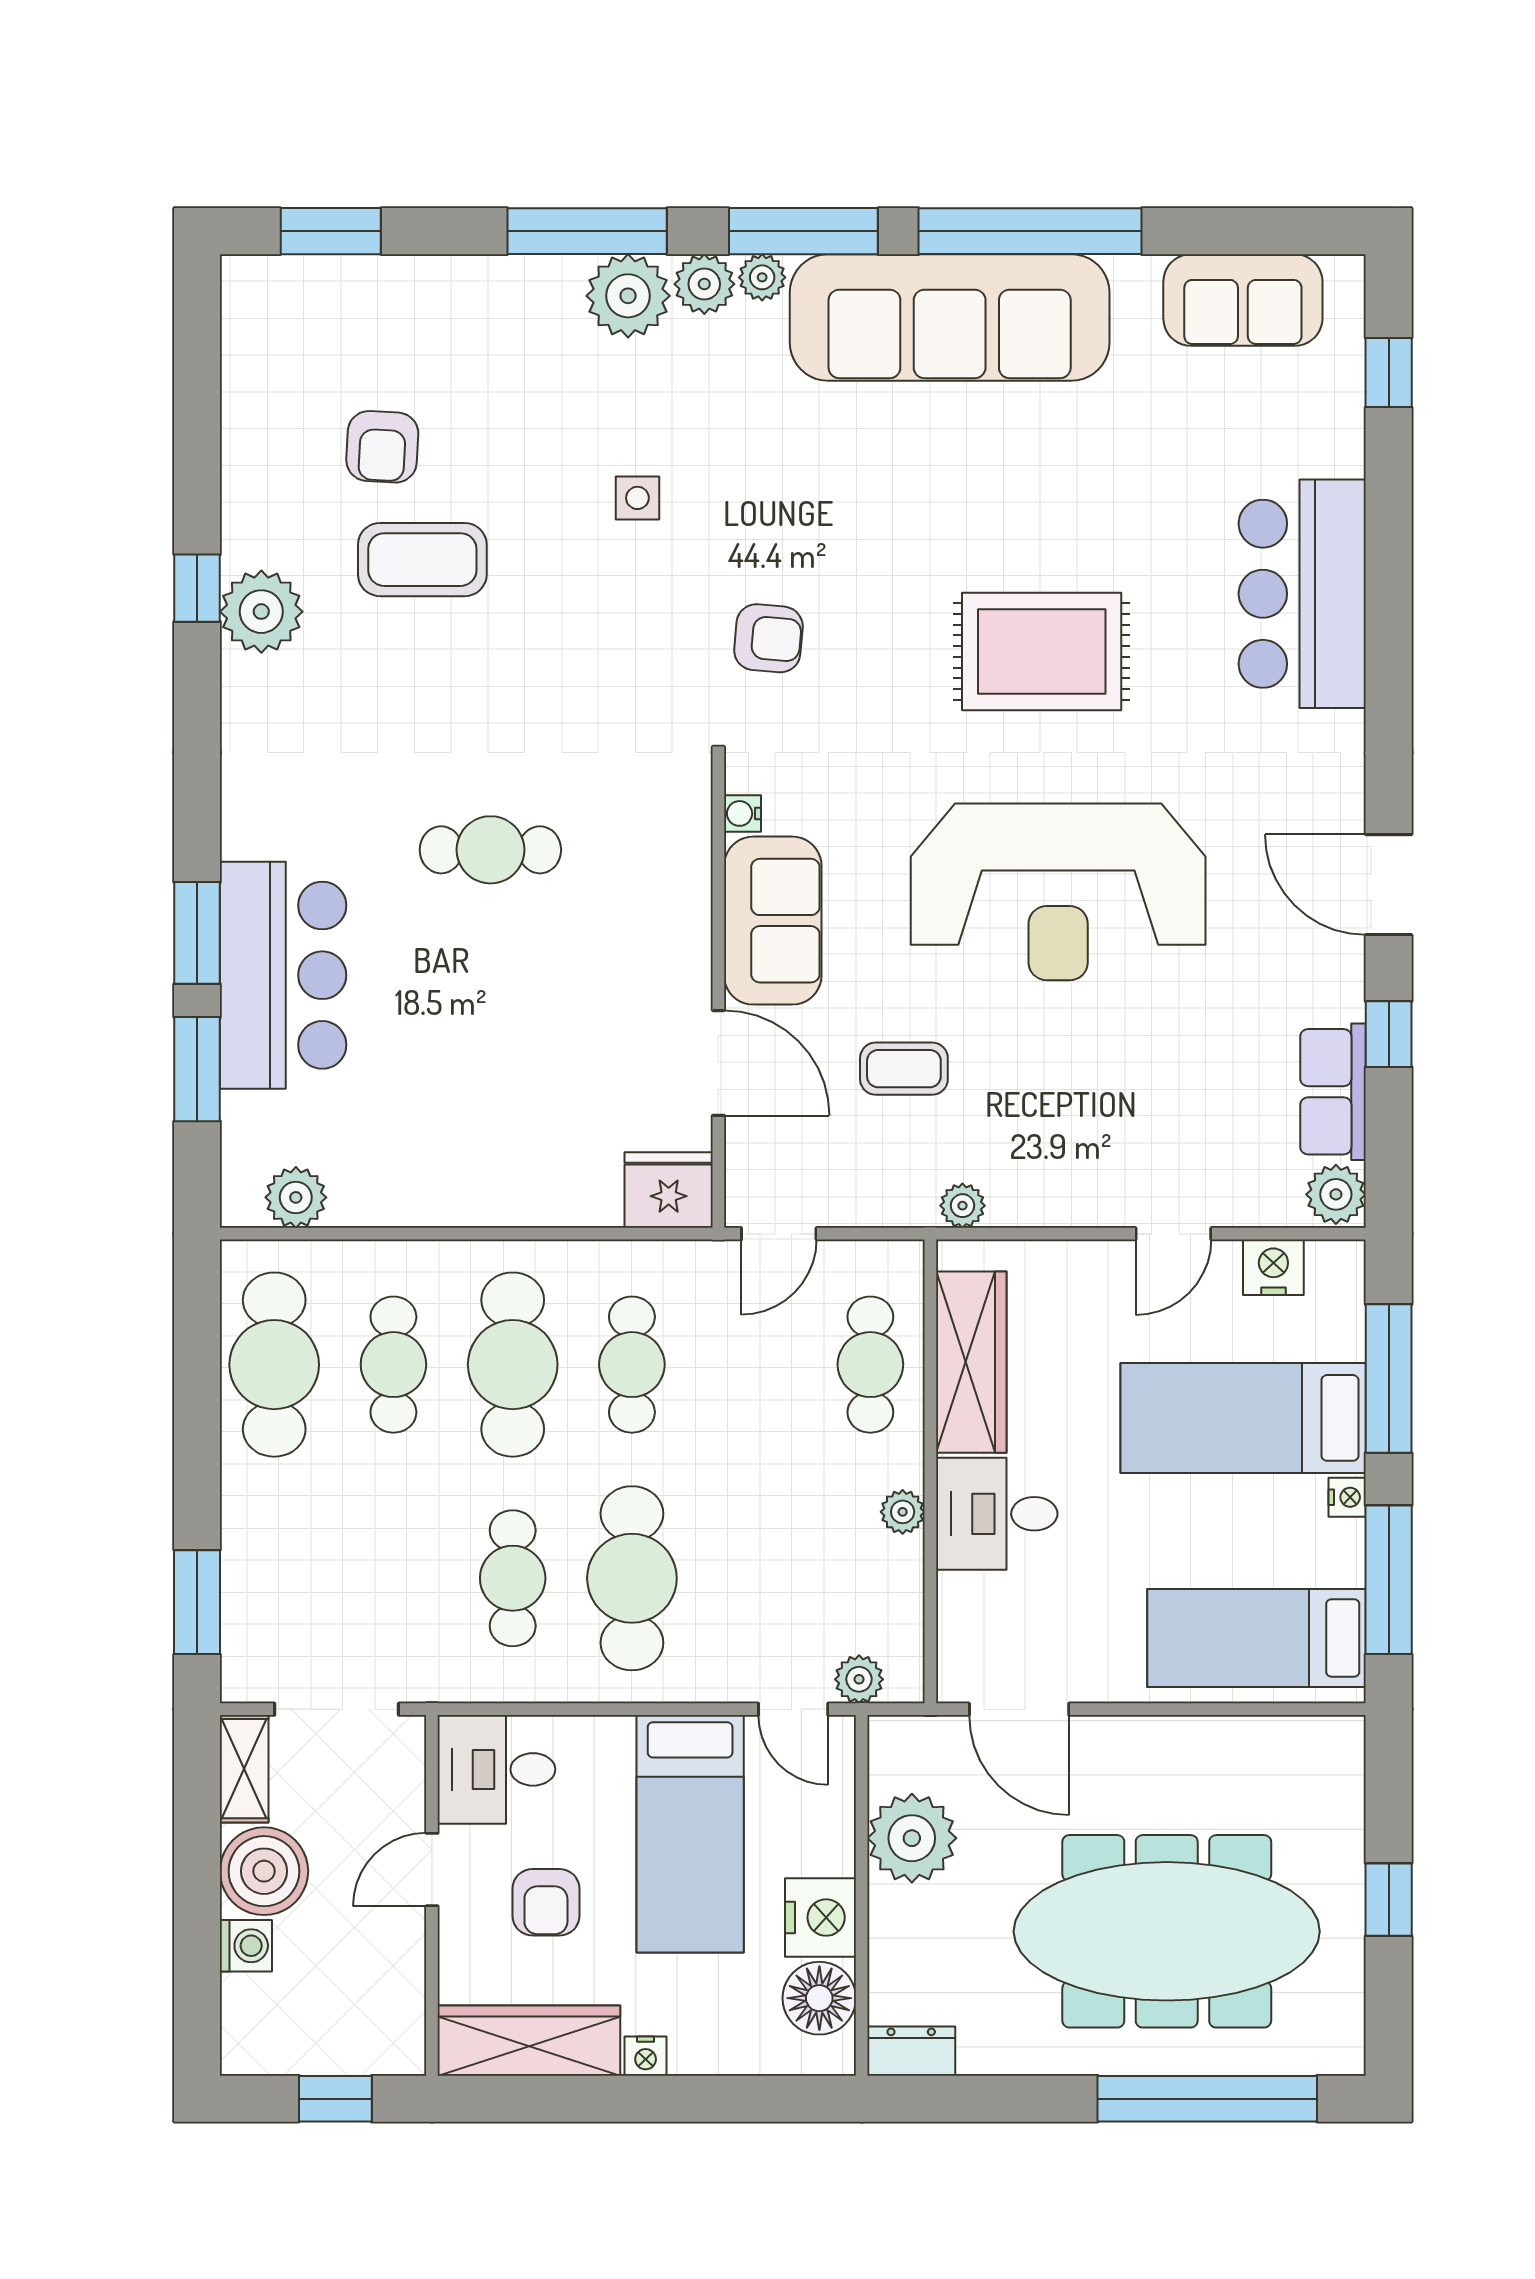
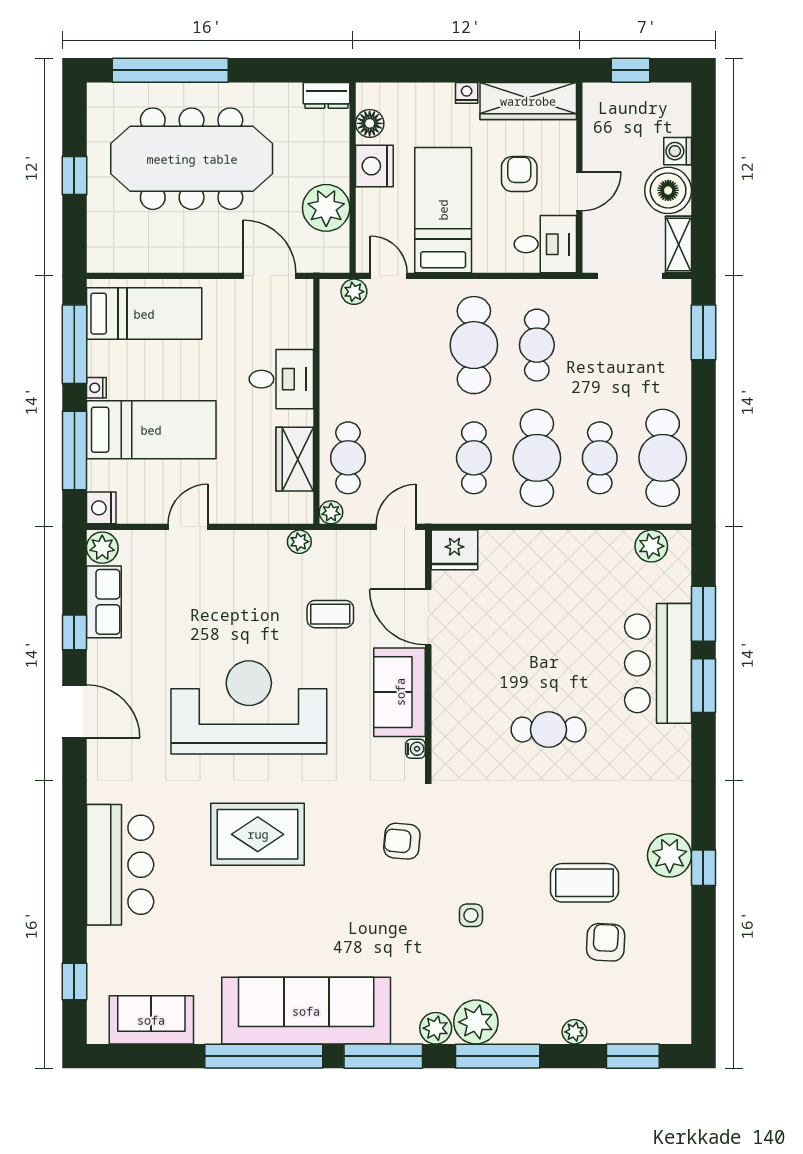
plant: (762, 277) -> (574, 1032), moved
nightstand: (1273, 1267) -> (101, 508), moved, turned 90
wardrobe: (971, 1362) -> (295, 459), width x0.67
plant: (903, 1512) -> (331, 512), moved
floor lamp: (819, 1998) -> (370, 123), width x0.73, depth x0.73

